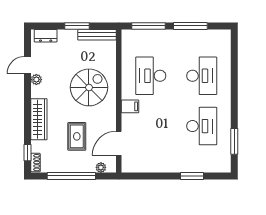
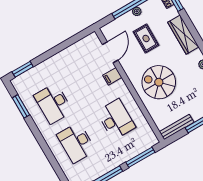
spiral stairs: (89, 87) -> (159, 82), turned 90
filing cabinet: (130, 106) -> (112, 76), moved
plant: (101, 167) -> (137, 11), moved
window: (192, 176) -> (23, 69), moved

